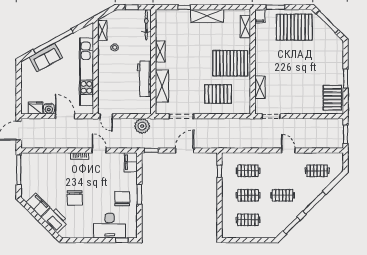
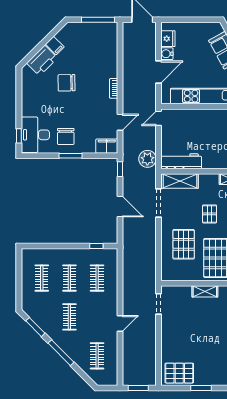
pallet: (191, 71) -> (210, 214), added
workbench: (144, 79) -> (181, 161), moved
shelving: (162, 86) -> (180, 181), moved
shelving: (260, 87) -> (205, 291), moved
door: (99, 150) -> (120, 122), moved
chair: (122, 199) -> (66, 136), turned 90
filing cabinet: (38, 205) -> (55, 46), width x0.50
desk: (110, 226) -> (35, 135), moved

